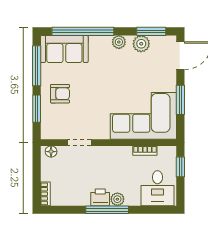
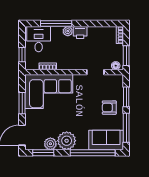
plant: (119, 42) -> (67, 141), width x1.88, depth x1.88
window: (37, 166) -> (126, 56), added
window: (107, 210) -> (56, 24), moved

